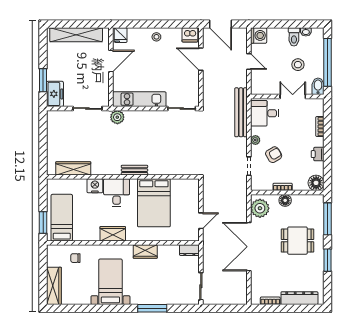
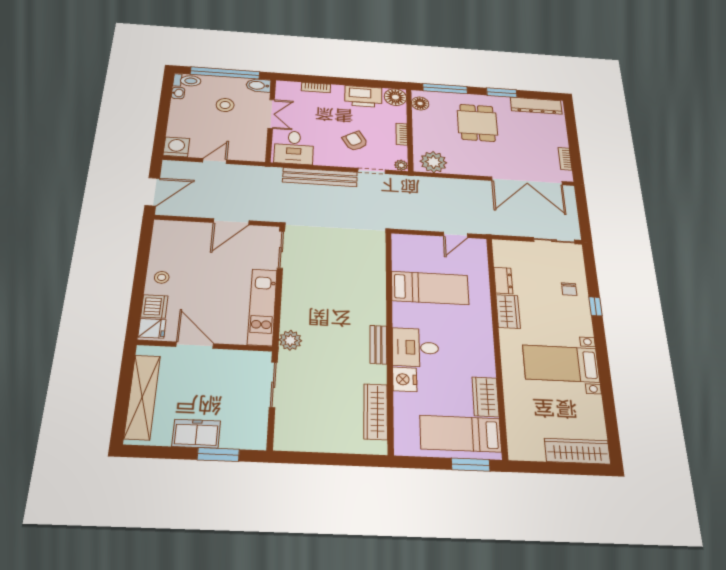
dishwasher: (190, 35) -> (154, 306), moved
toilet: (294, 37) -> (187, 81), moved
door: (201, 59) -> (231, 222), moved
freezer: (55, 94) -> (196, 434), moved
double door: (293, 96) -> (271, 114), swing flipped
bench: (241, 112) -> (320, 177), moved
plant: (255, 140) -> (401, 165), moved
printer: (318, 154) -> (363, 96), width x1.87, depth x1.48
bench: (134, 170) -> (378, 345), moved
floor lamp: (285, 200) -> (420, 103), moved
bed: (154, 203) -> (430, 288), width x0.67
door: (201, 221) -> (455, 235), swing flipped
wardrobe: (113, 234) -> (485, 397), moved
double door: (249, 247) -> (527, 181), moved
dresser: (189, 250) -> (503, 281), moved
chair: (75, 258) -> (569, 289), moved
dresser: (299, 298) -> (536, 106), moved, turned -90
window: (152, 308) -> (595, 306), width x0.46

